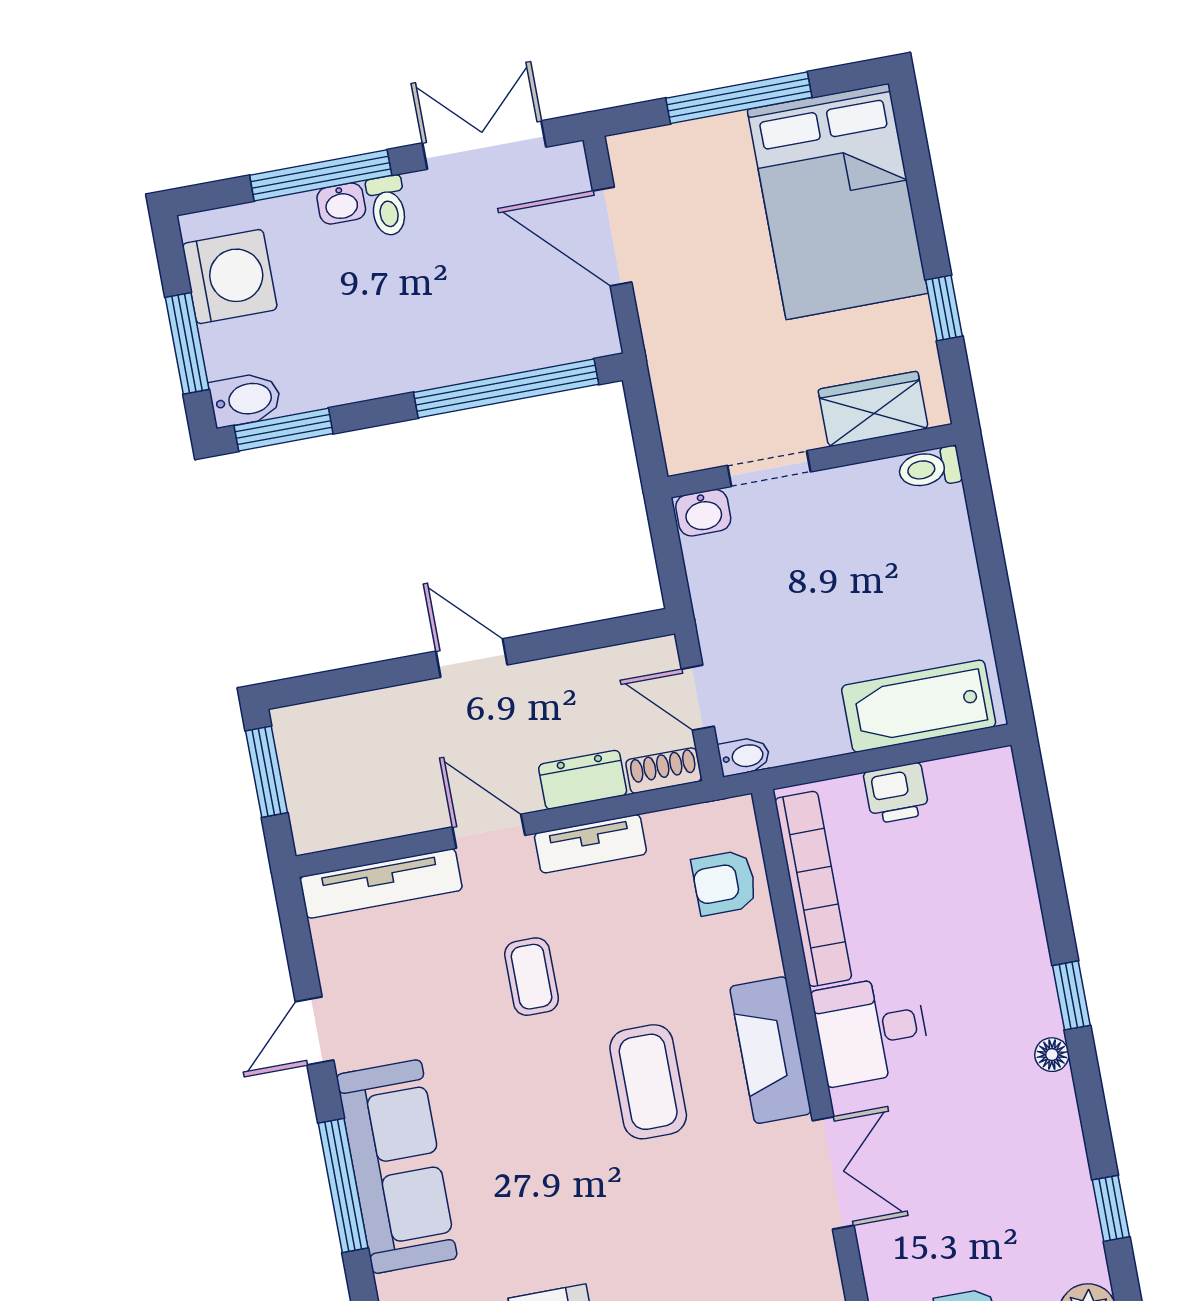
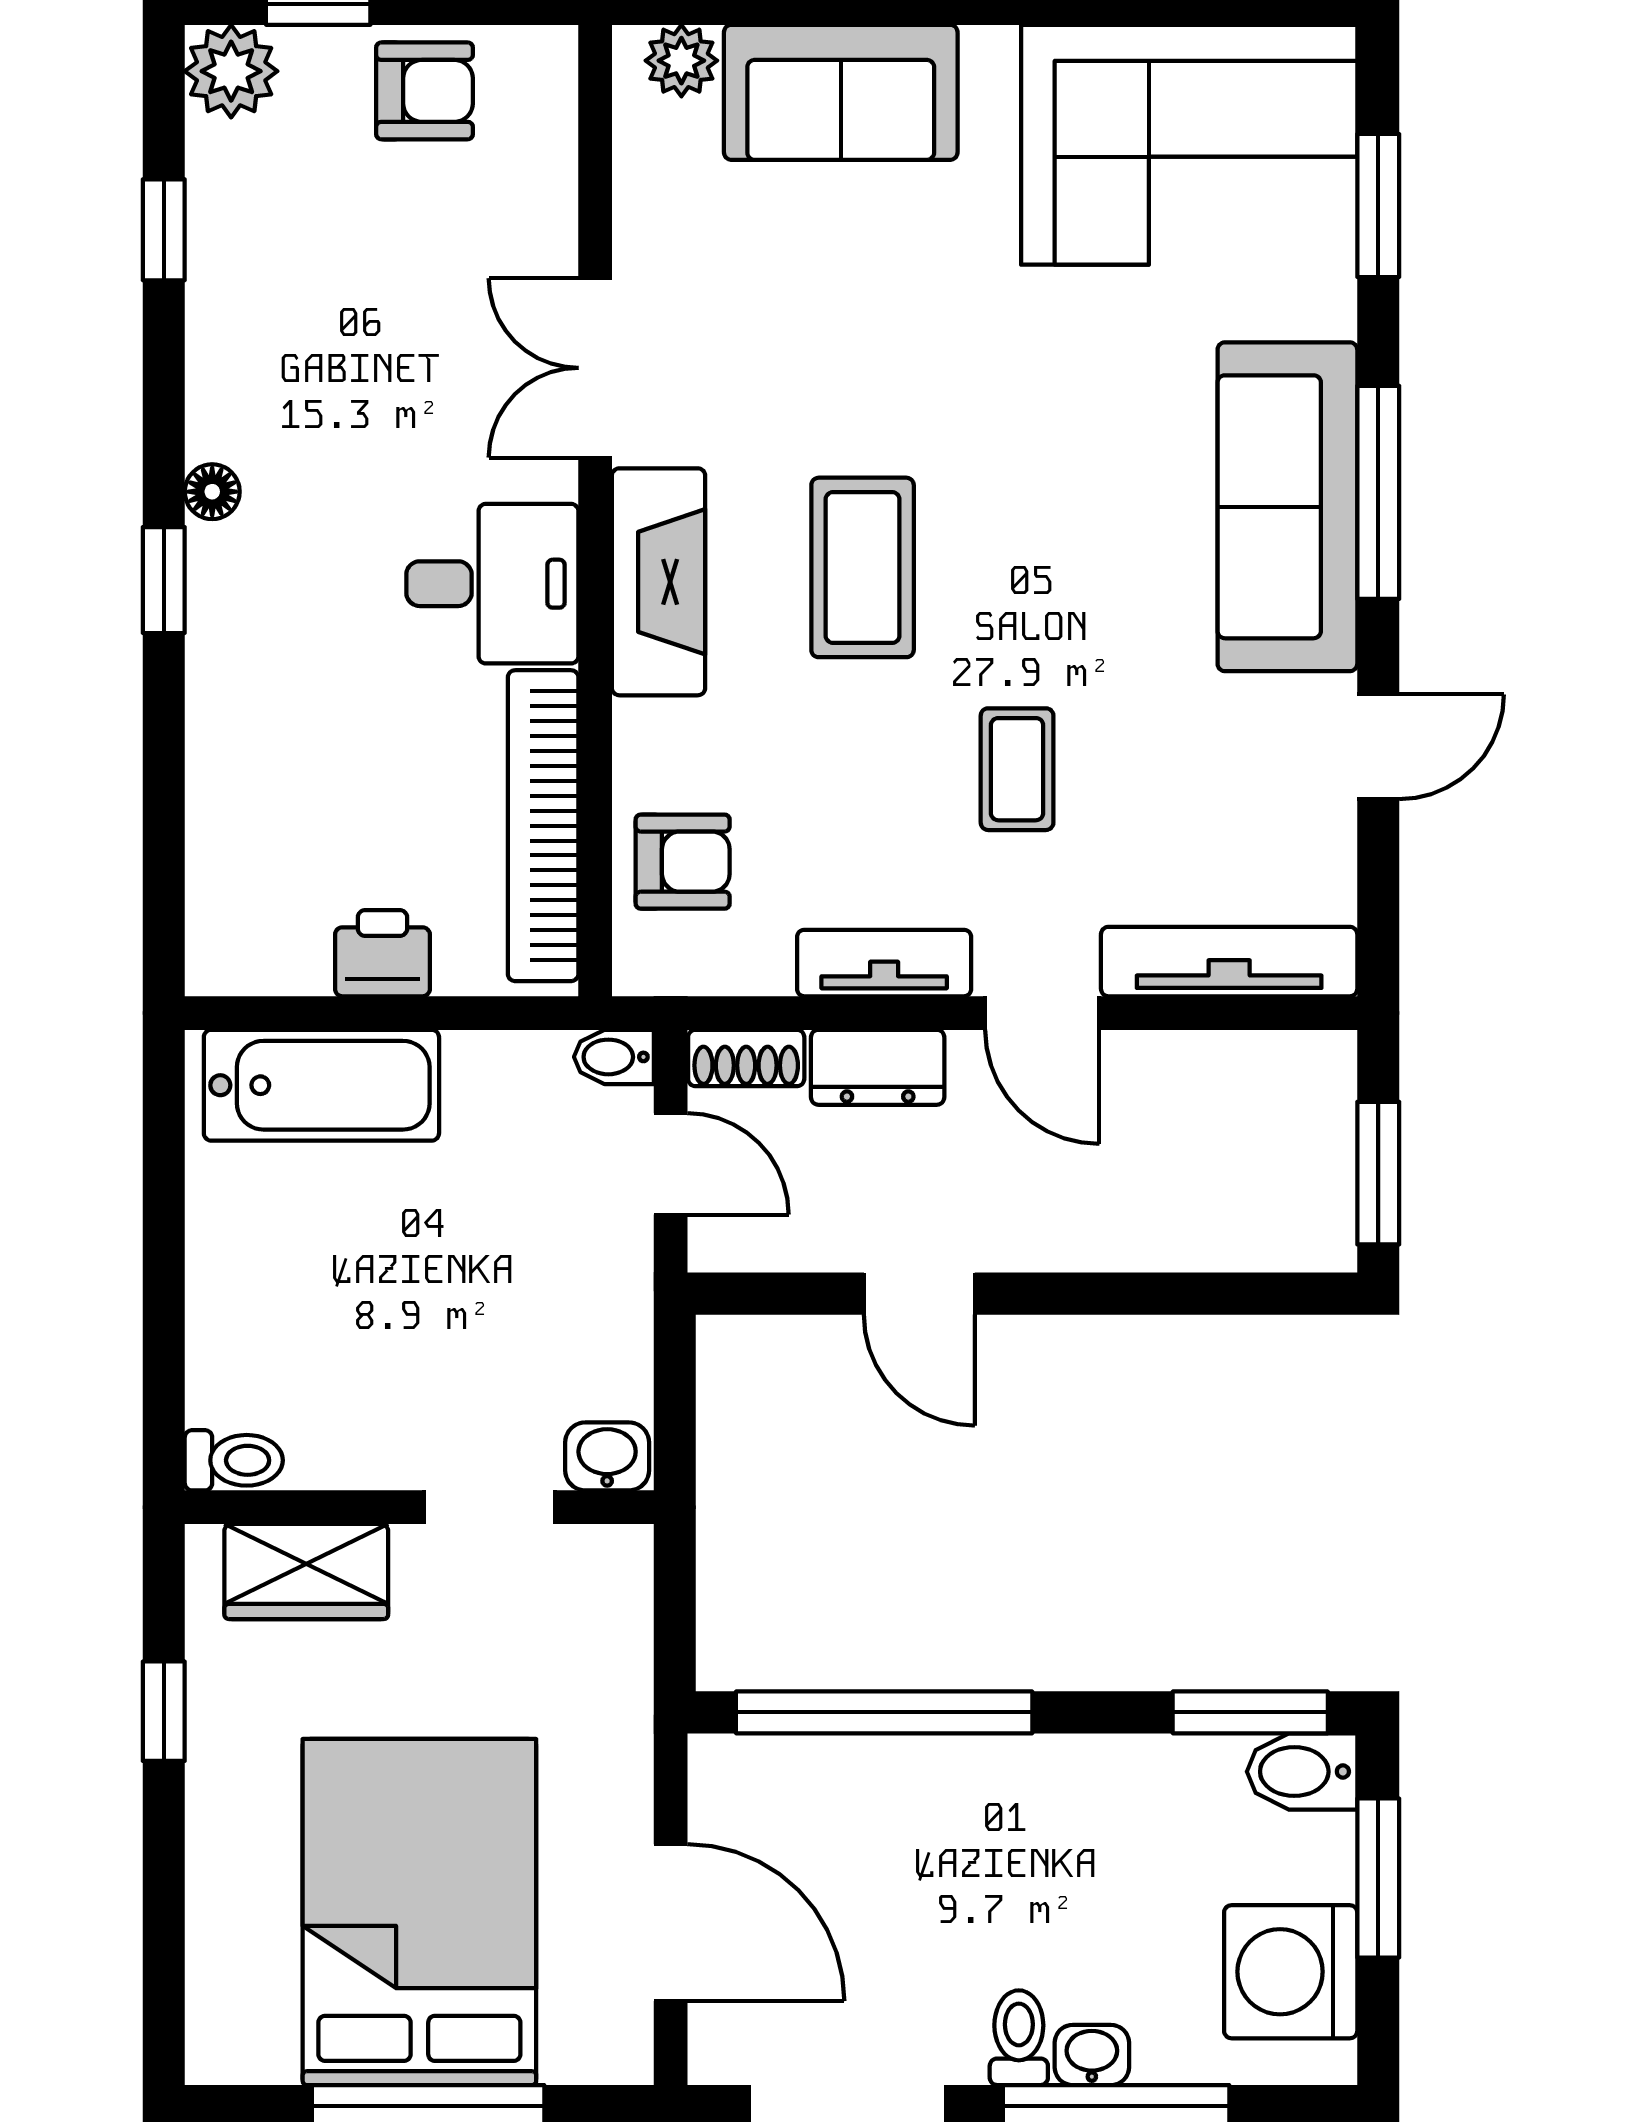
bed: (838, 201) -> (419, 1912), moved
door: (472, 658) -> (919, 1294), moved

